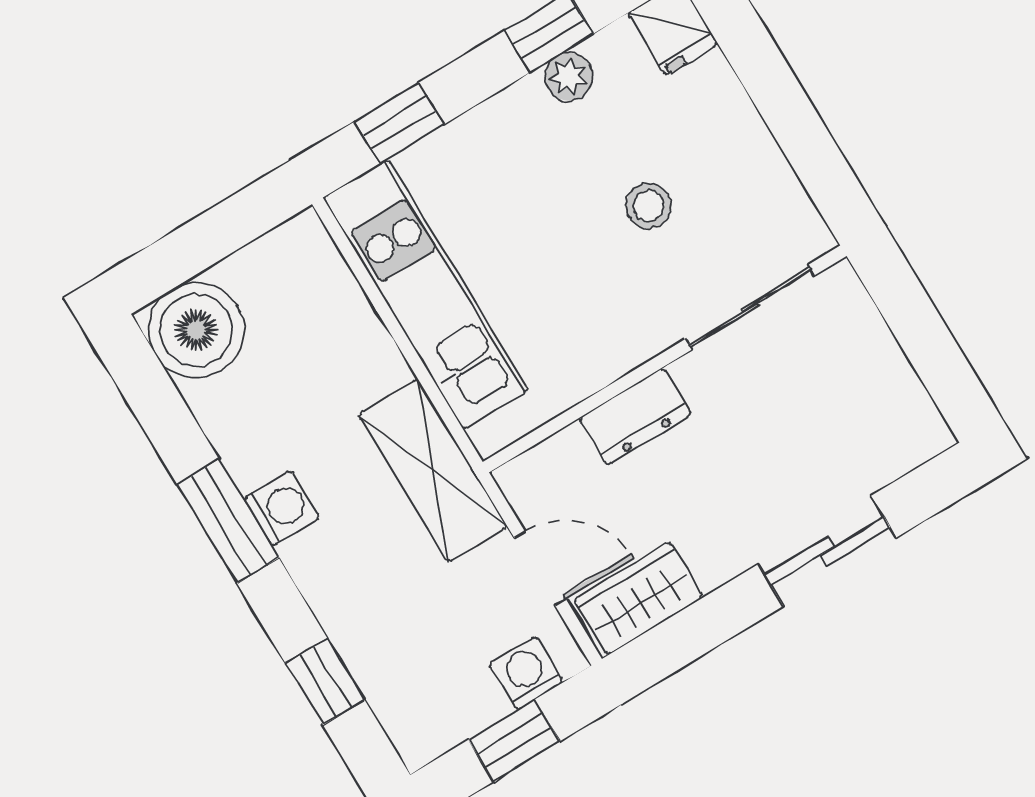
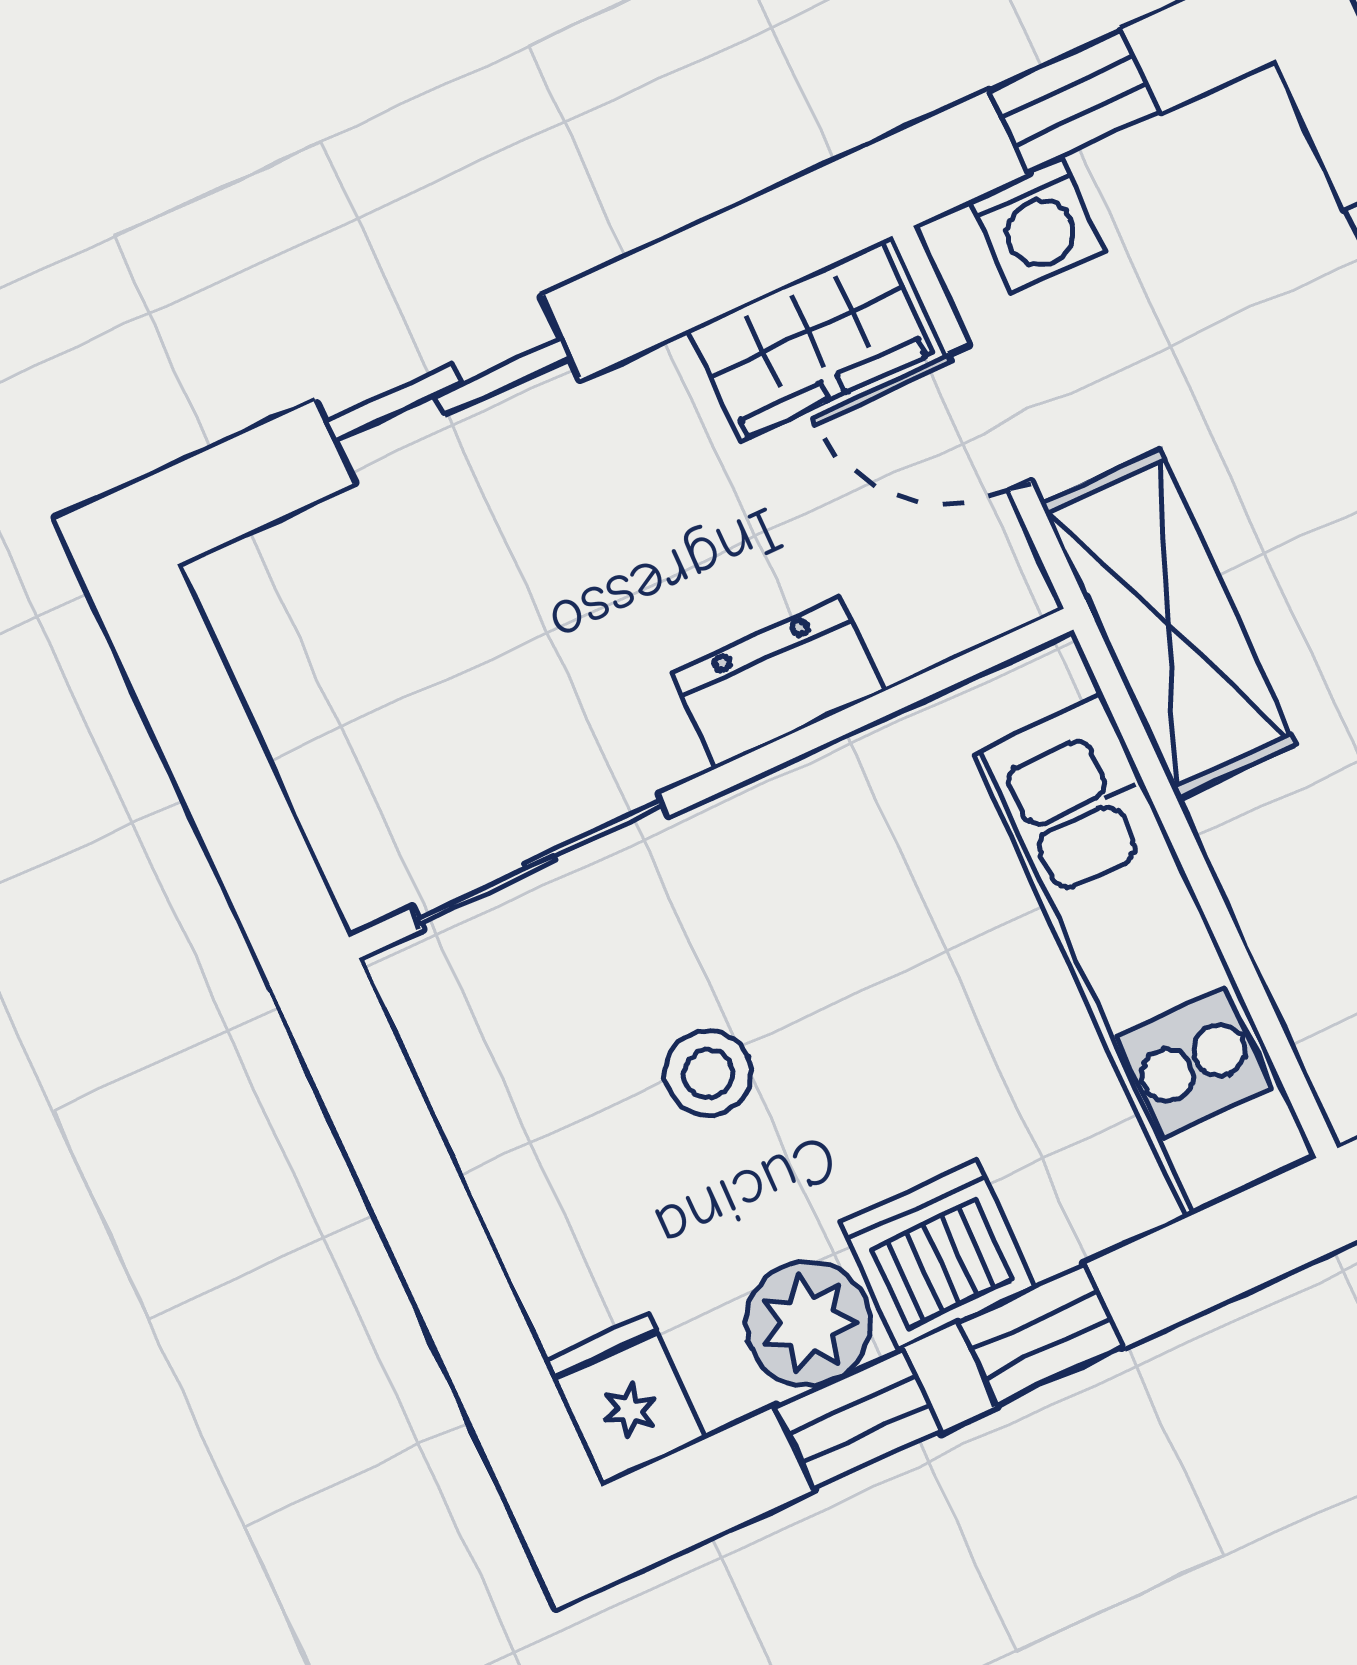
plant: (569, 77) -> (808, 1324), width x1.38, depth x1.38
window: (399, 123) -> (1040, 1335), moved
dishwasher: (517, 124) -> (937, 1255), added

